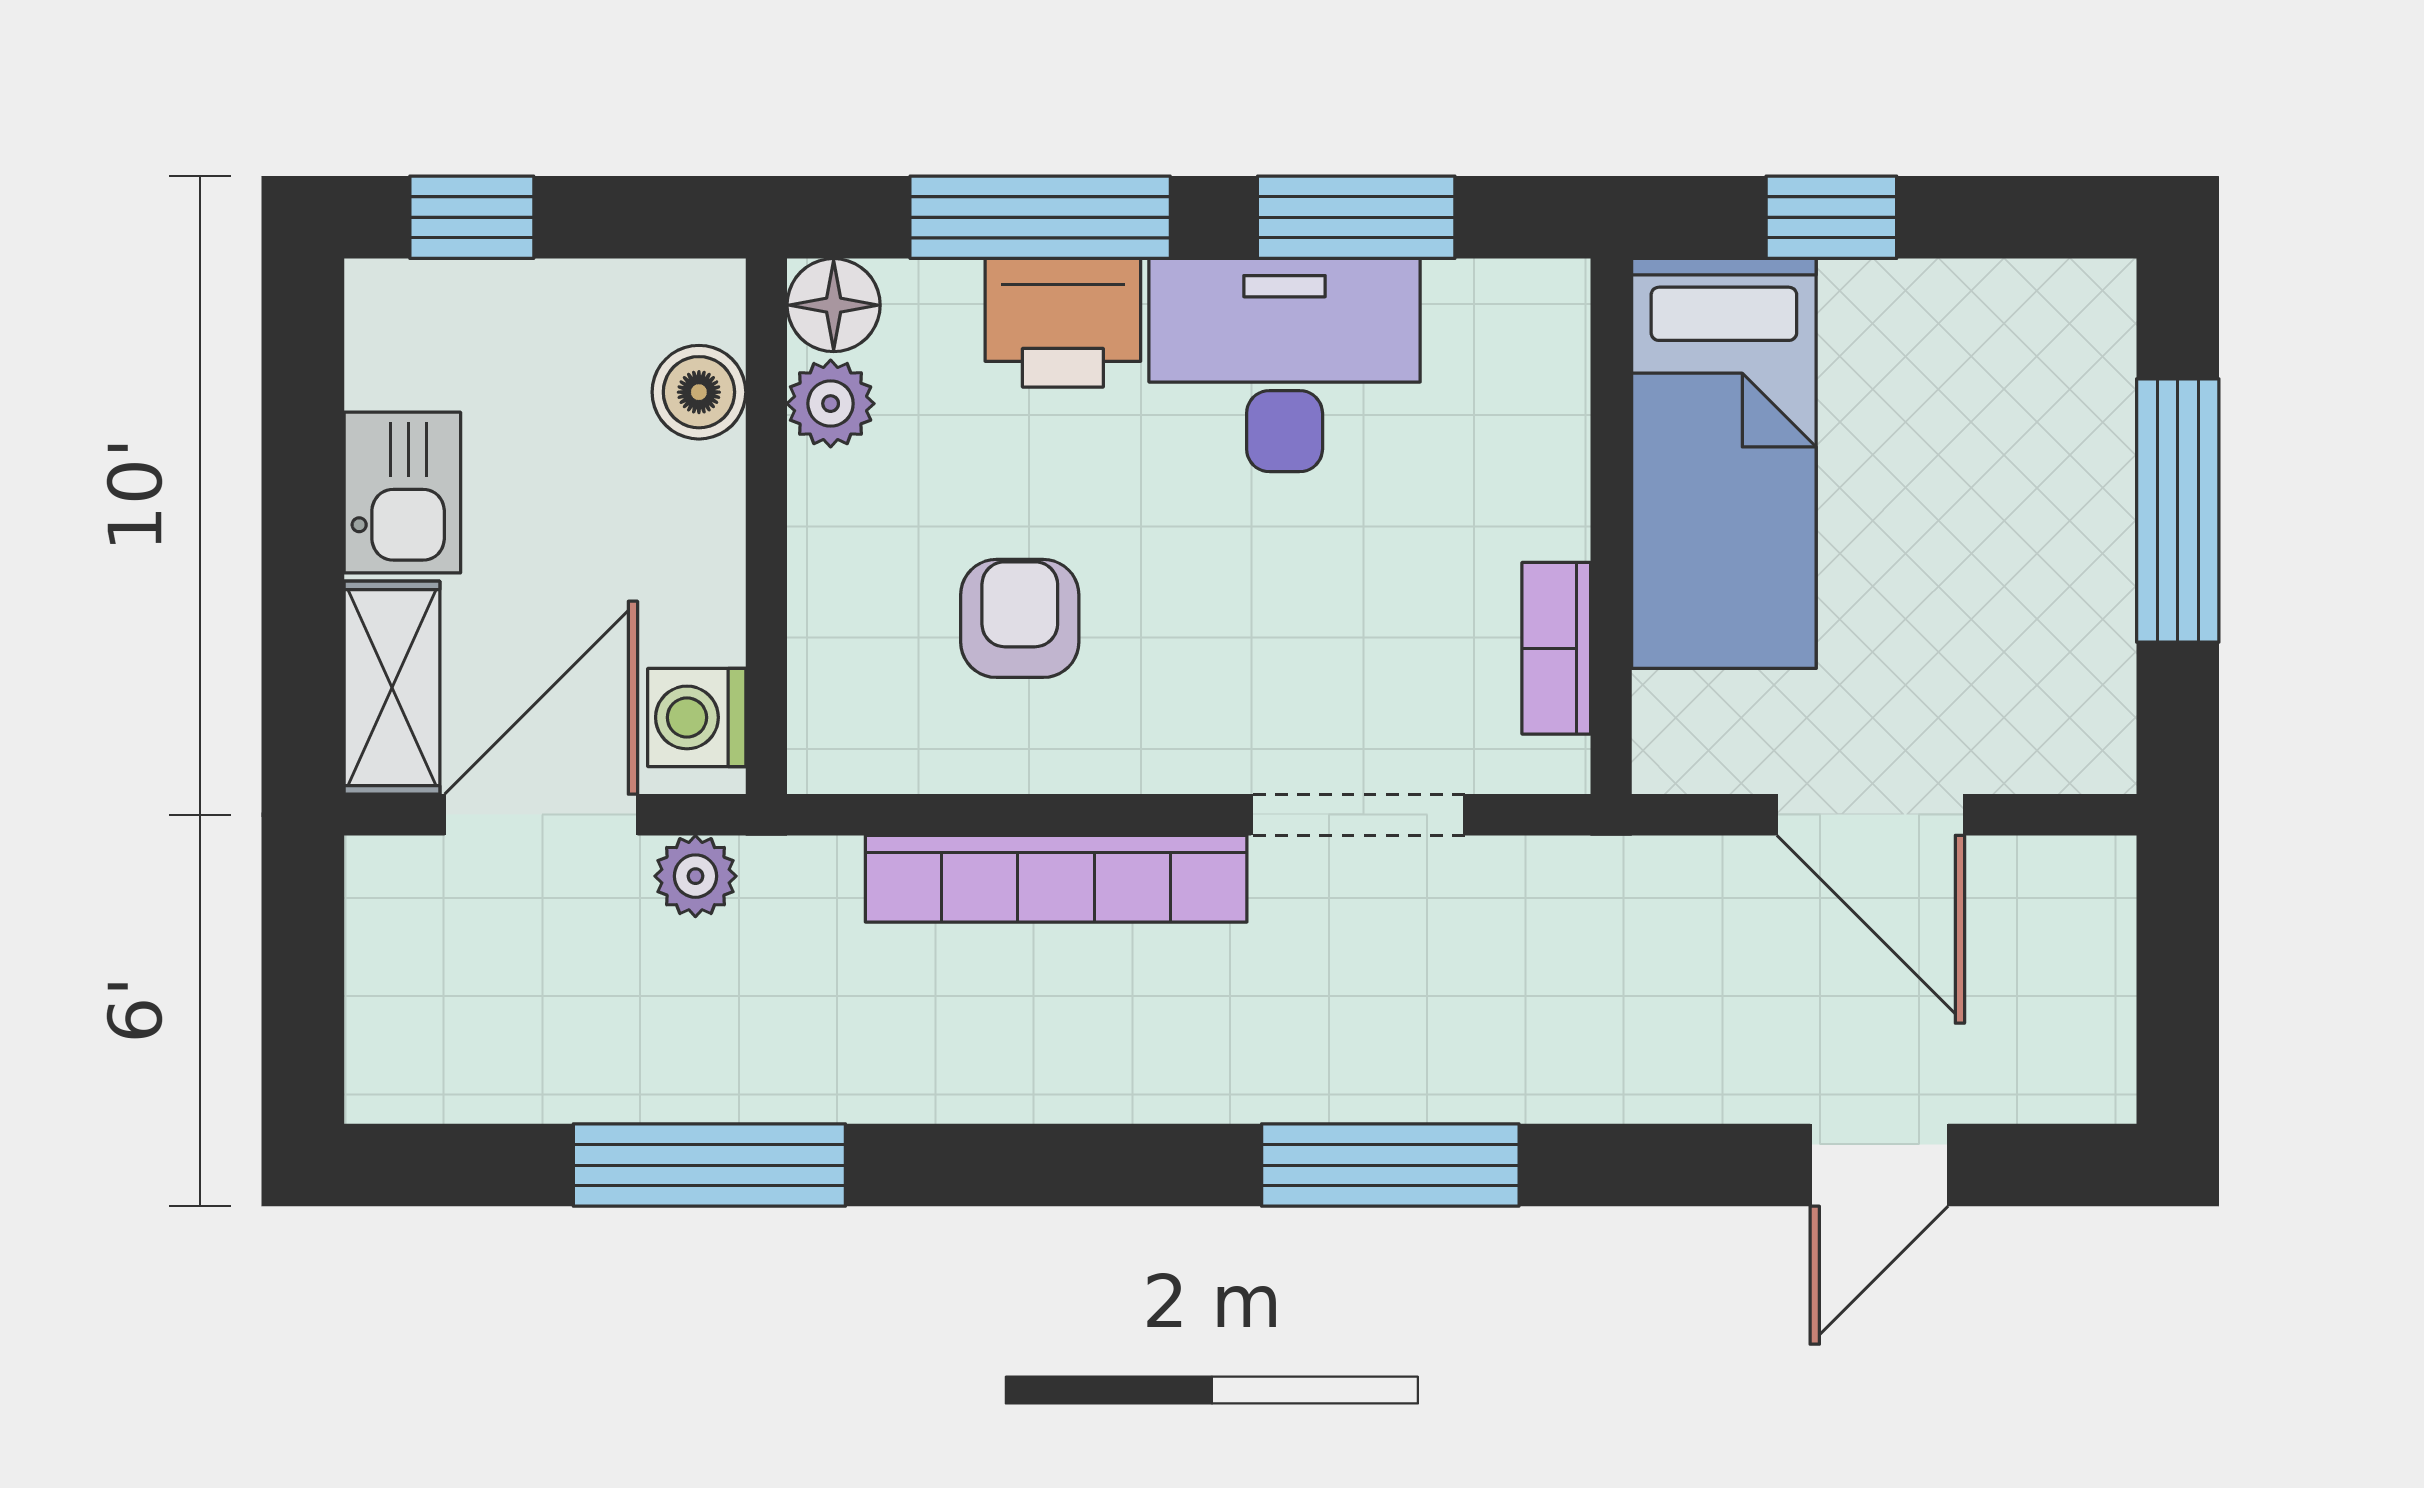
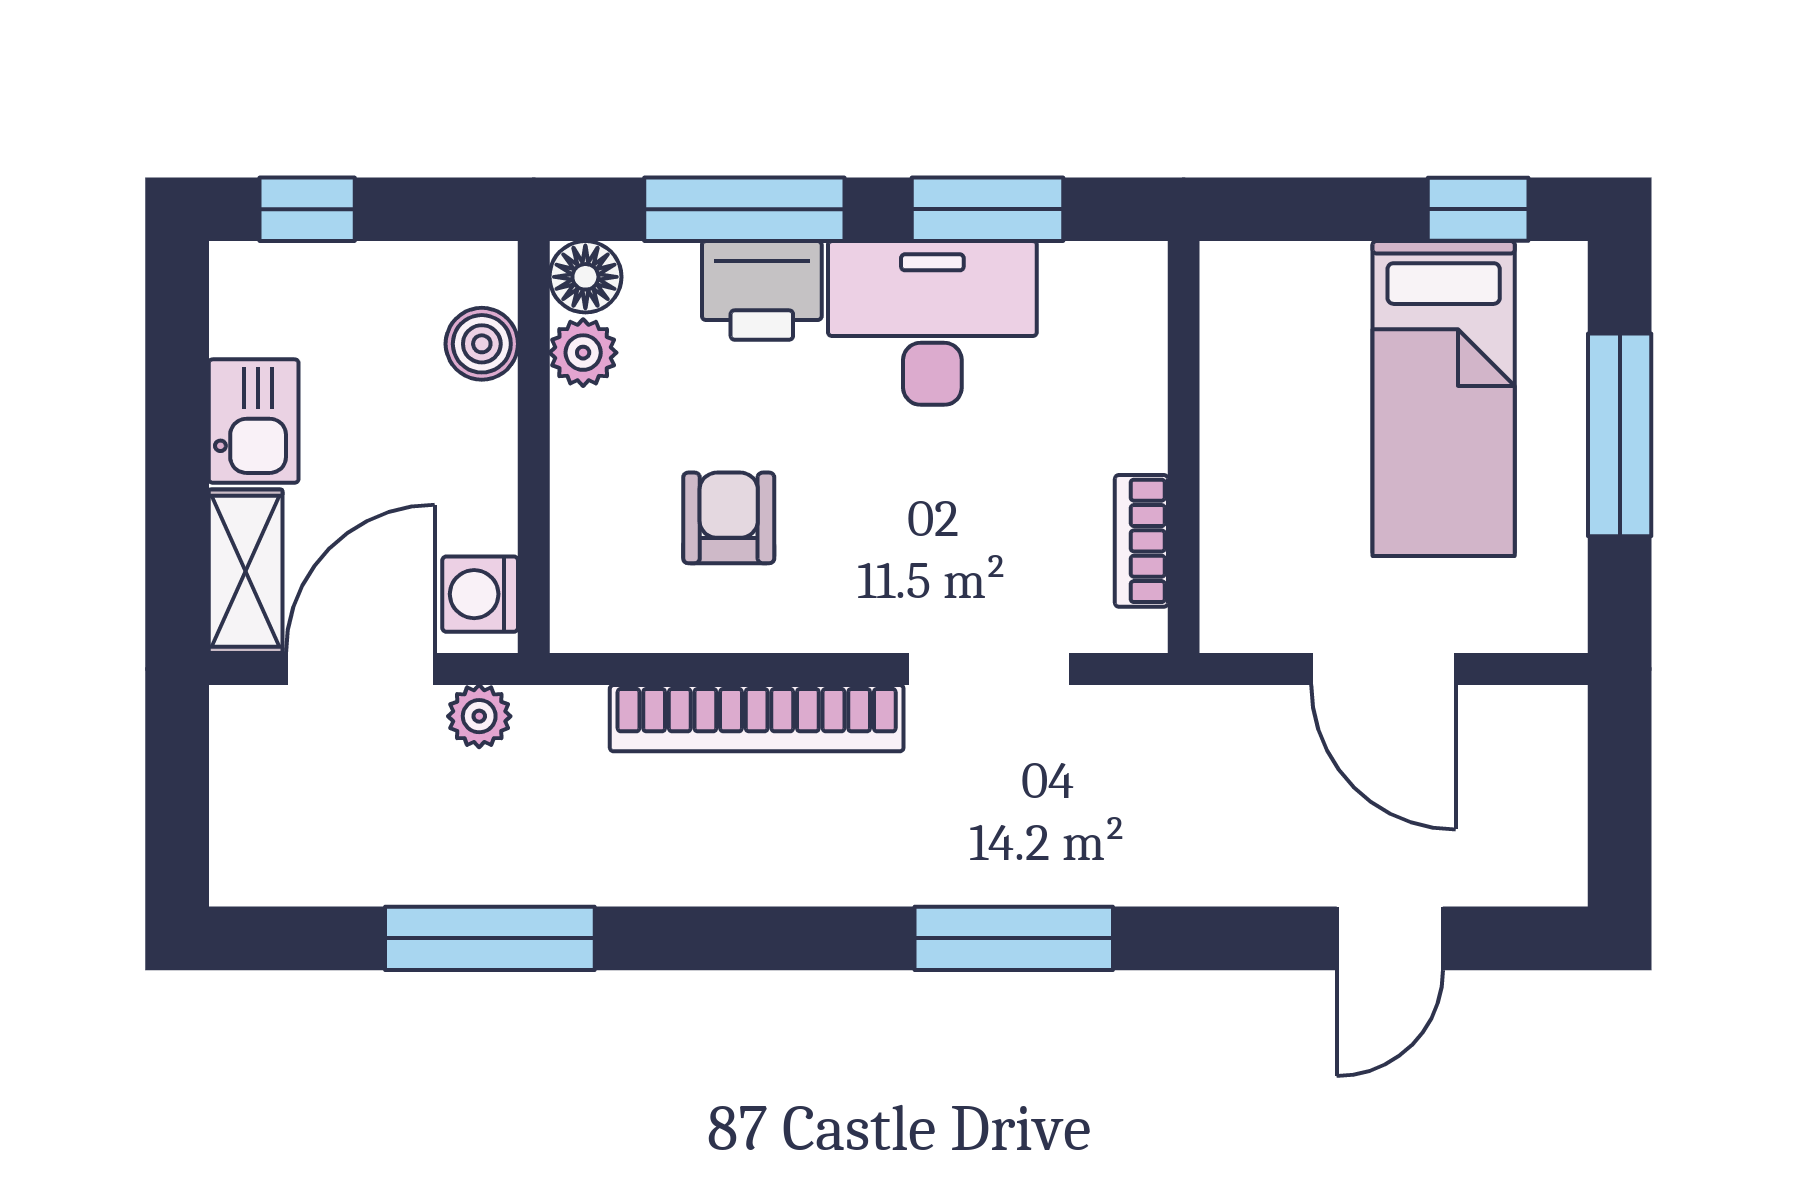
window: (1831, 217) -> (1478, 209), moved
bed: (1724, 463) -> (1444, 399), moved

